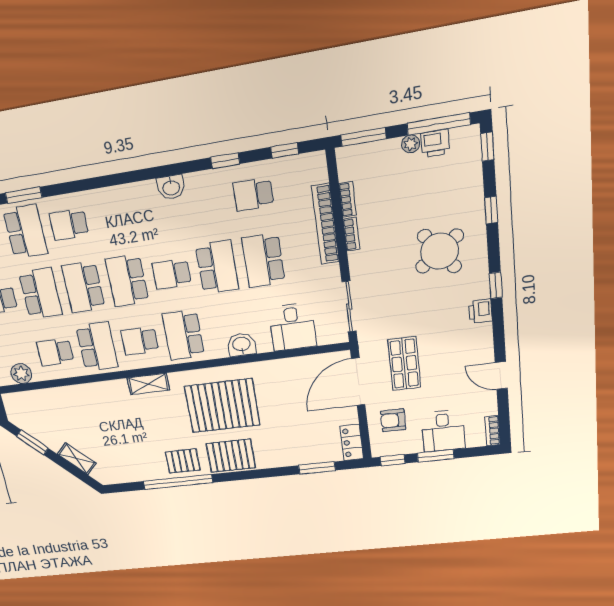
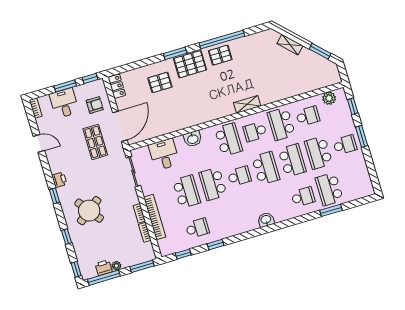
washbasin: (171, 187) -> (266, 220), moved
school desk: (140, 341) -> (255, 132), turned 180
pallet: (222, 406) -> (160, 82), moved, width x0.49, depth x0.50
window: (317, 468) -> (175, 53), moved

